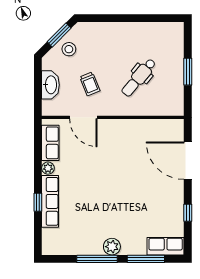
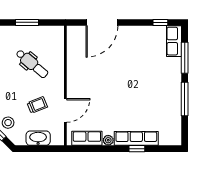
window: (188, 213) -> (160, 22), moved
plant: (112, 247) -> (174, 86), removed

